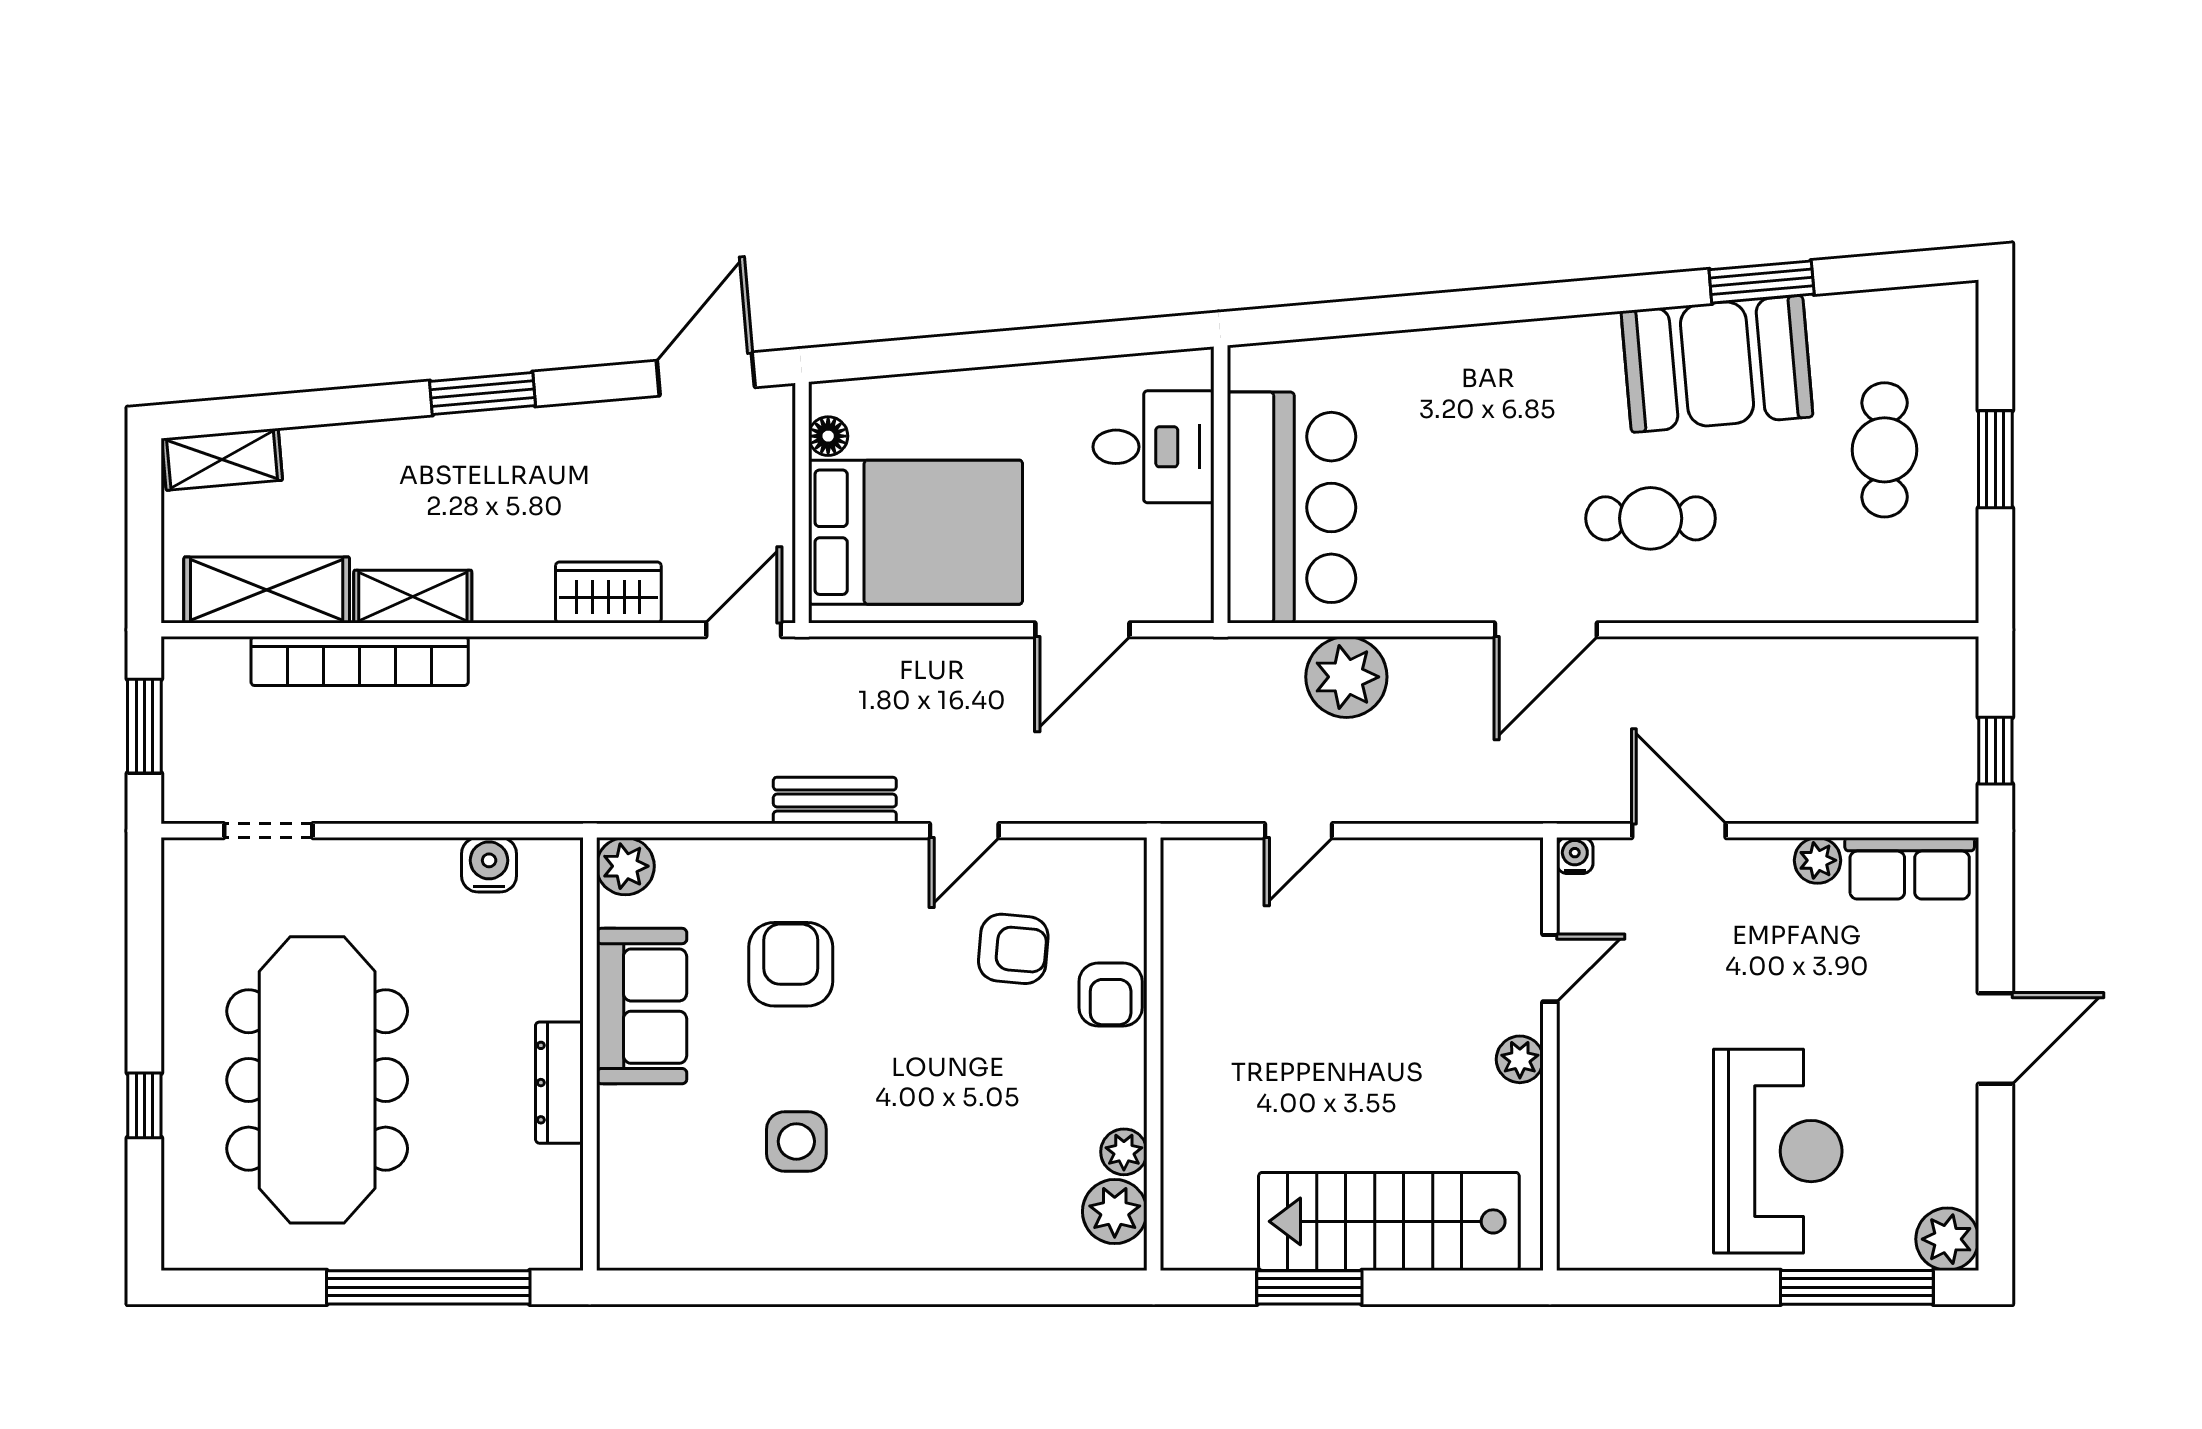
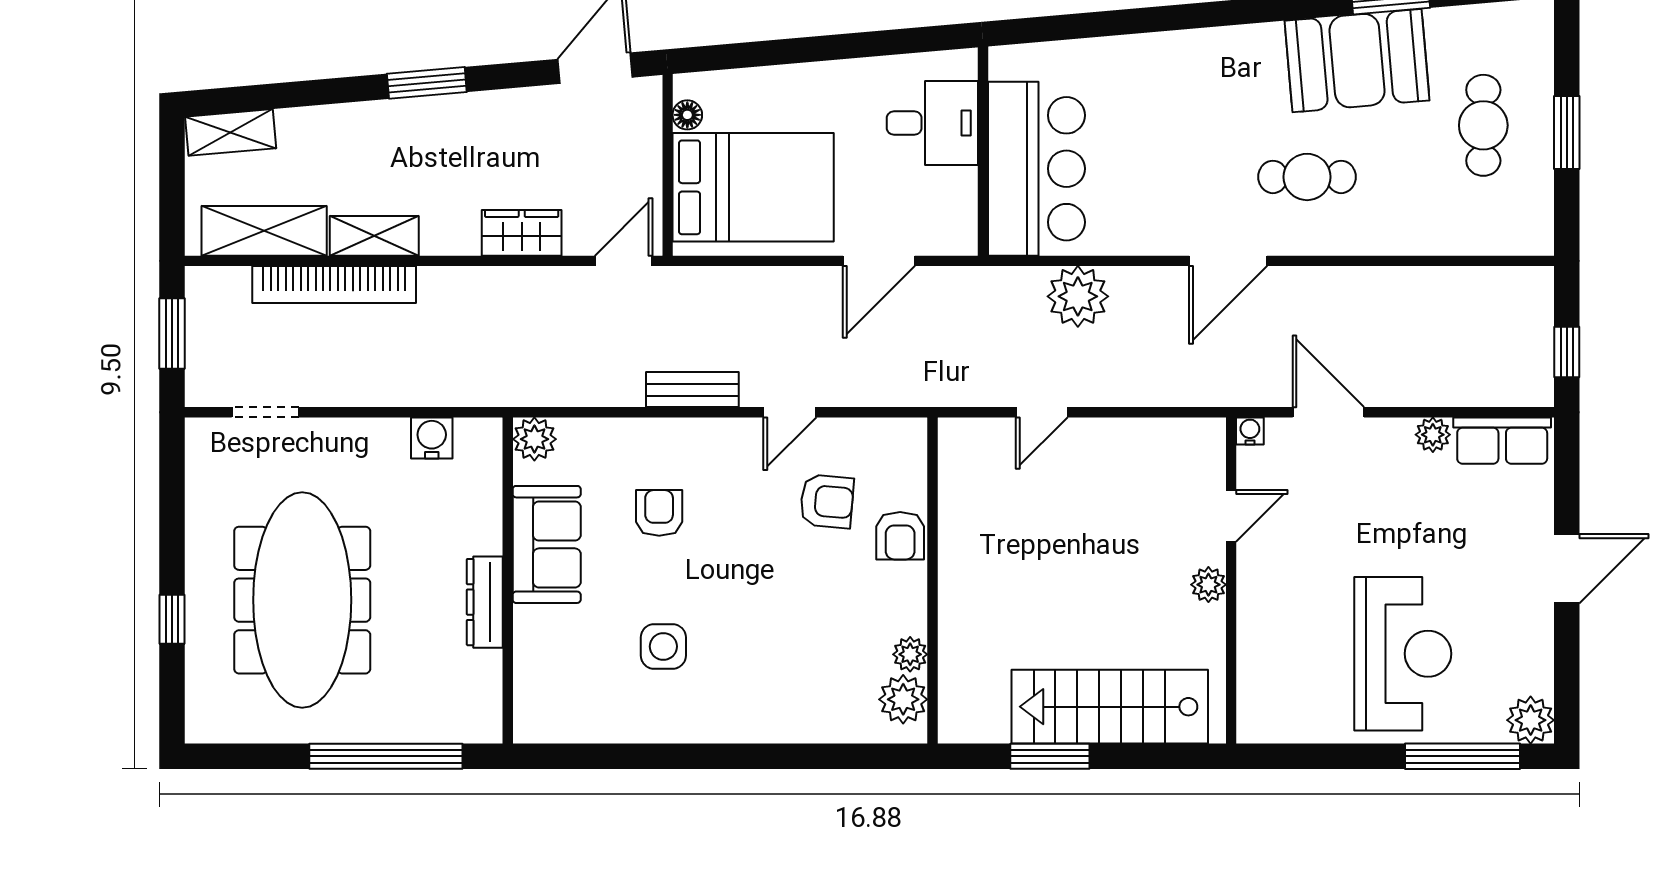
armchair: (791, 964) -> (659, 513), width x0.72, depth x0.72

